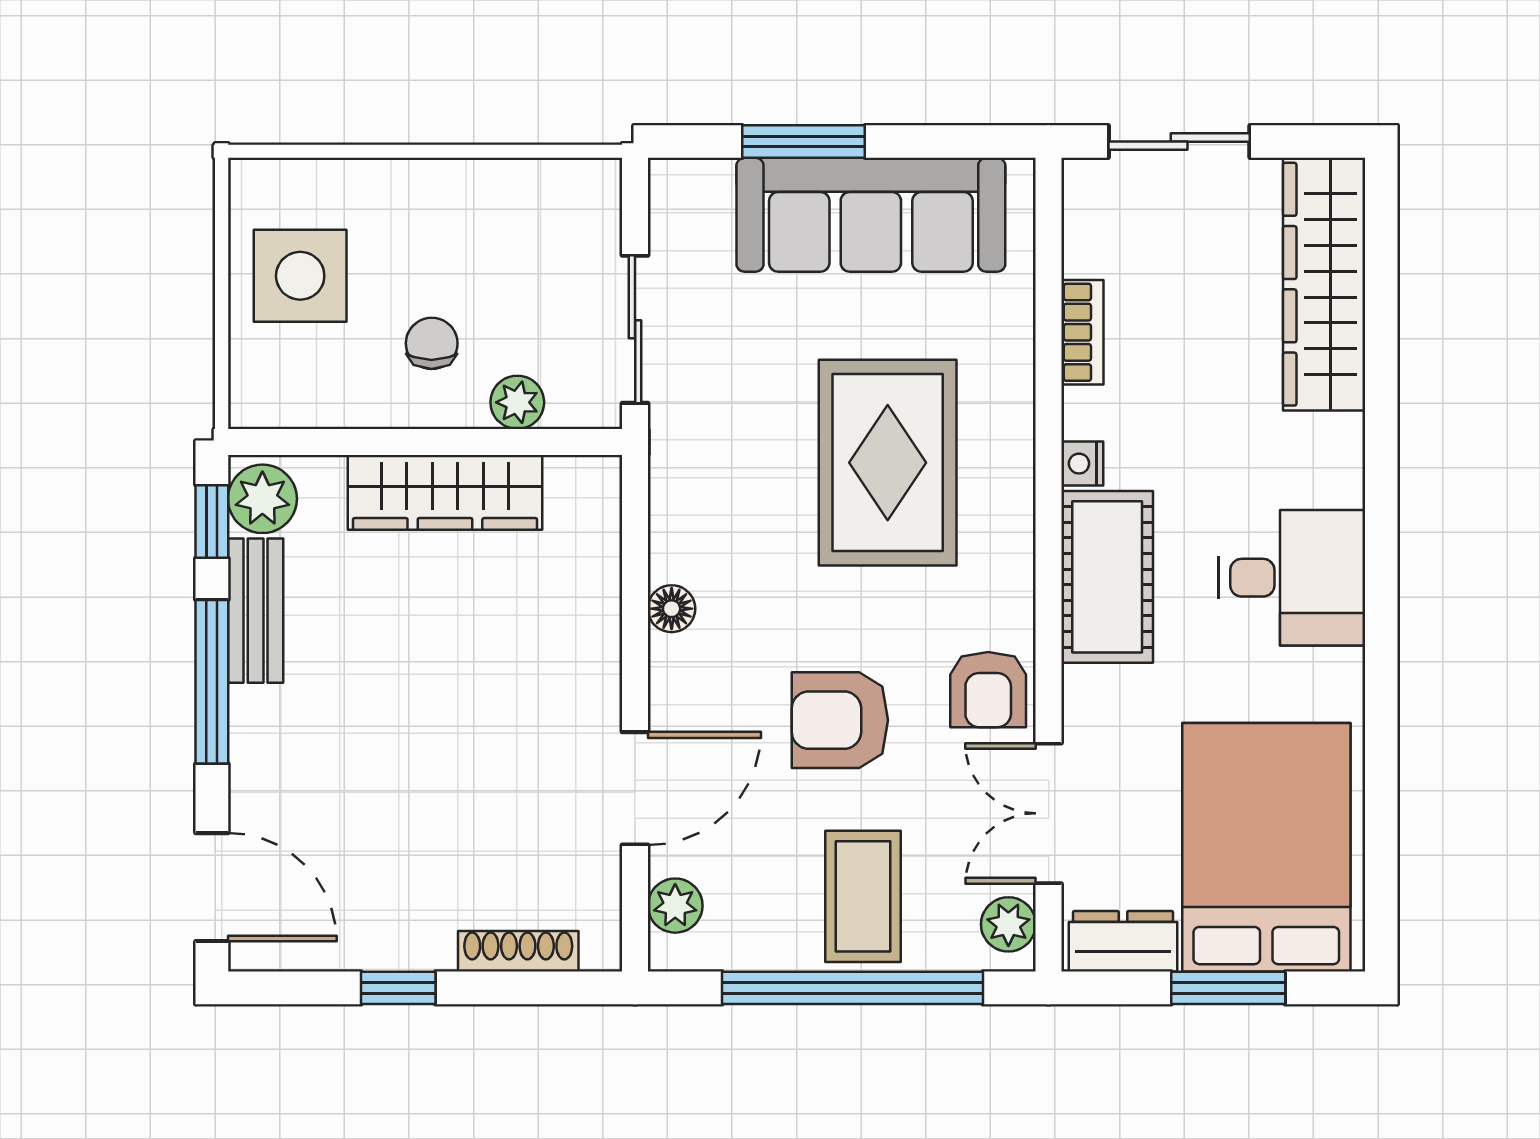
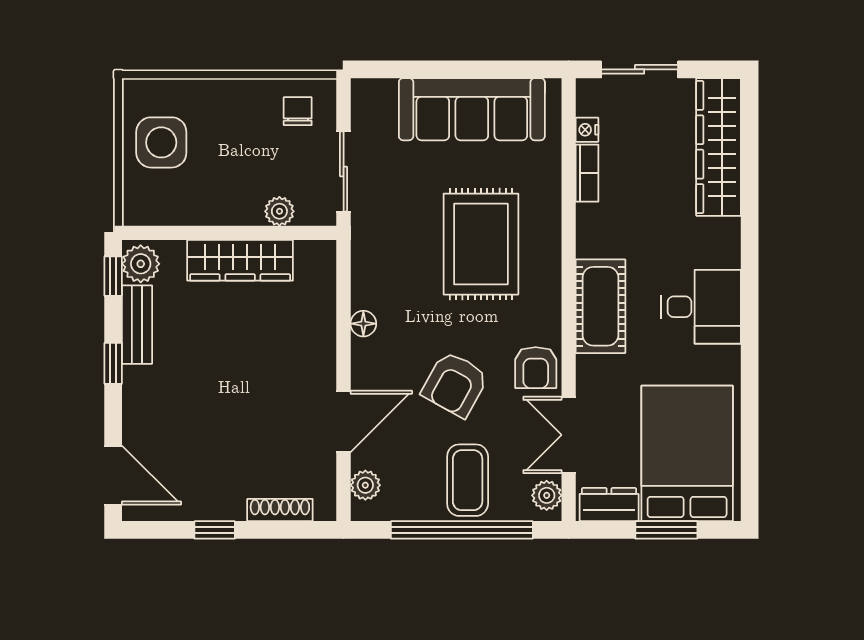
window: (804, 142) -> (435, 69), removed
chair: (432, 343) -> (298, 111), moved
nightstand: (1082, 464) -> (587, 130), moved
window: (212, 682) -> (113, 363), width x0.46
armchair: (840, 720) -> (455, 384), turned -61

